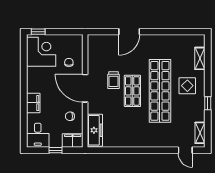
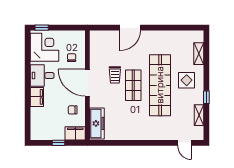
shelving: (200, 133) -> (199, 115), moved
desk: (38, 135) -> (42, 75), moved, turned 90

